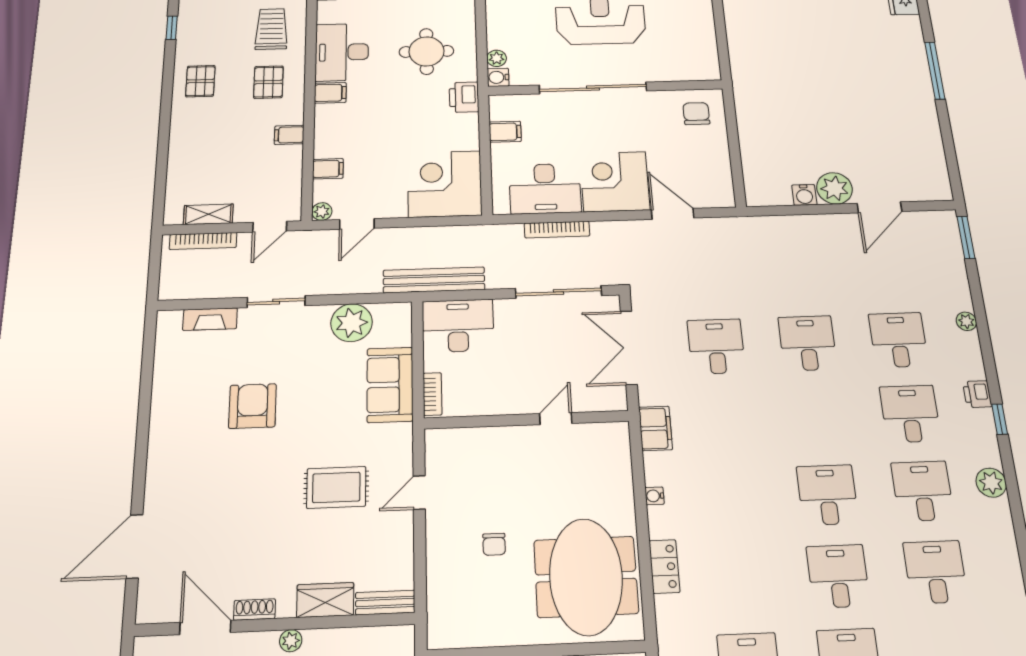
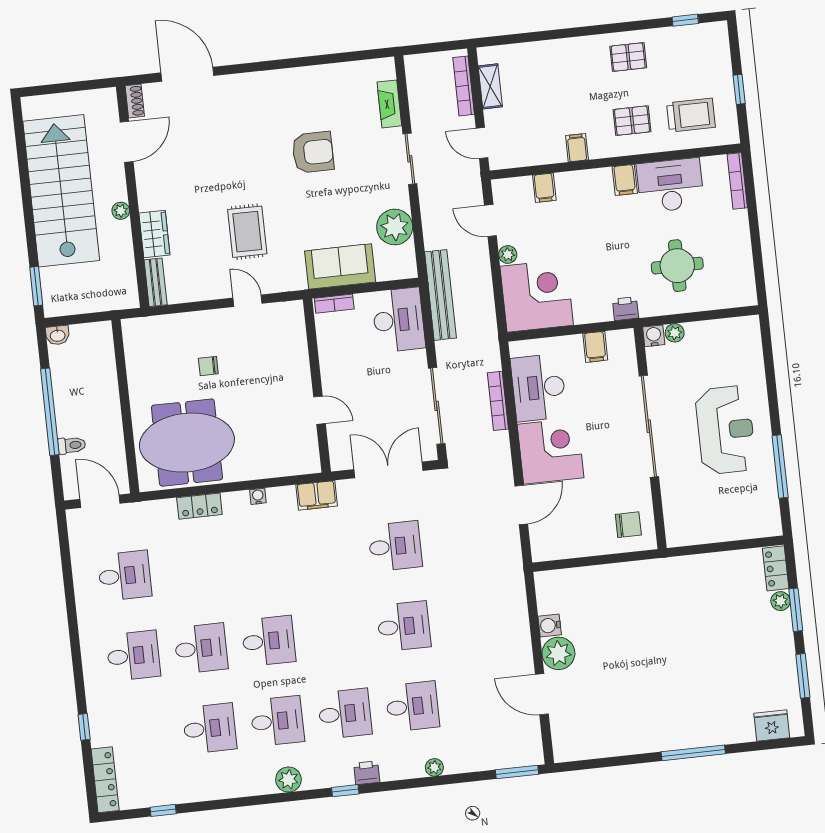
printer: (464, 97) -> (625, 309), width x0.73, depth x0.81
plant: (322, 212) -> (508, 254), moved
shoe rack: (254, 609) -> (135, 101), moved

